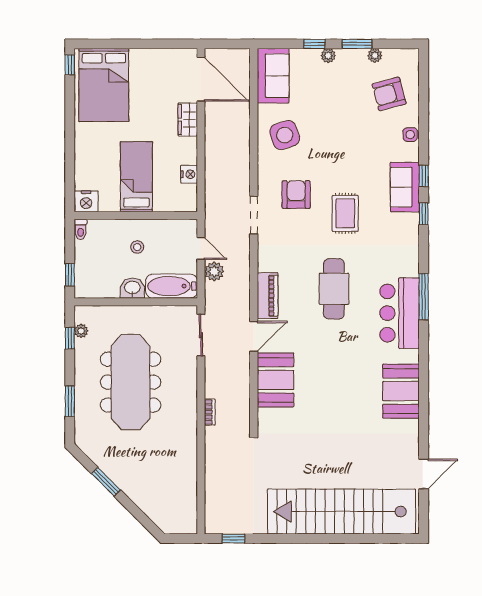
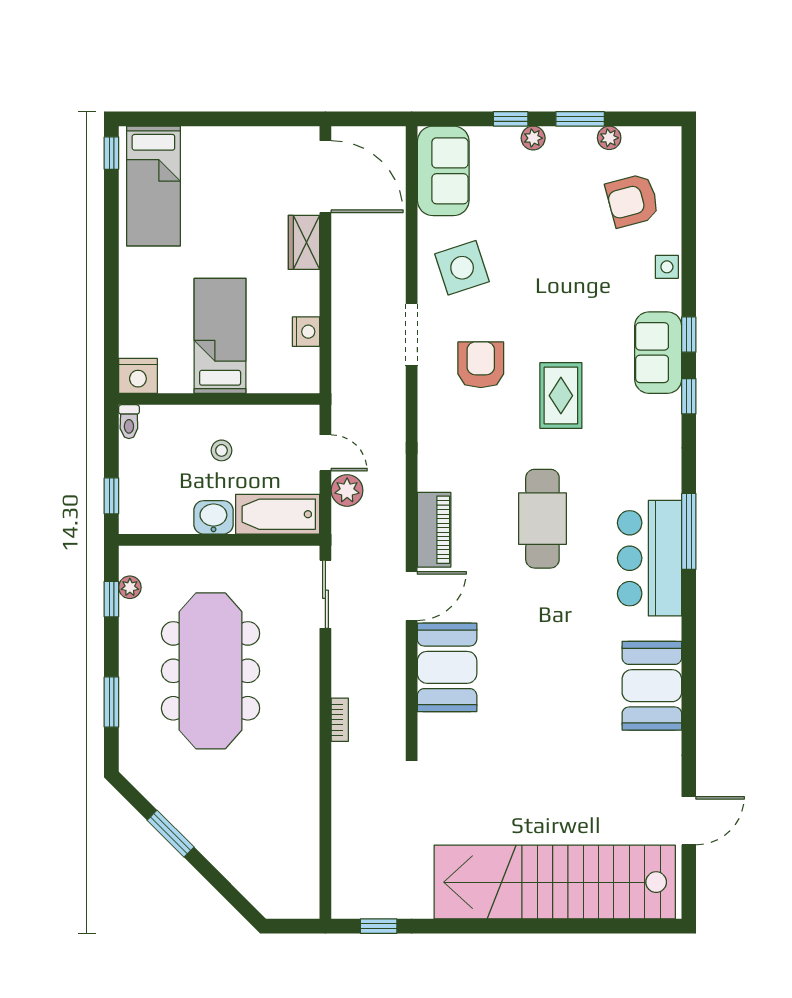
bed: (104, 85) -> (153, 186), width x0.67
doorway: (254, 215) -> (412, 334), moved

